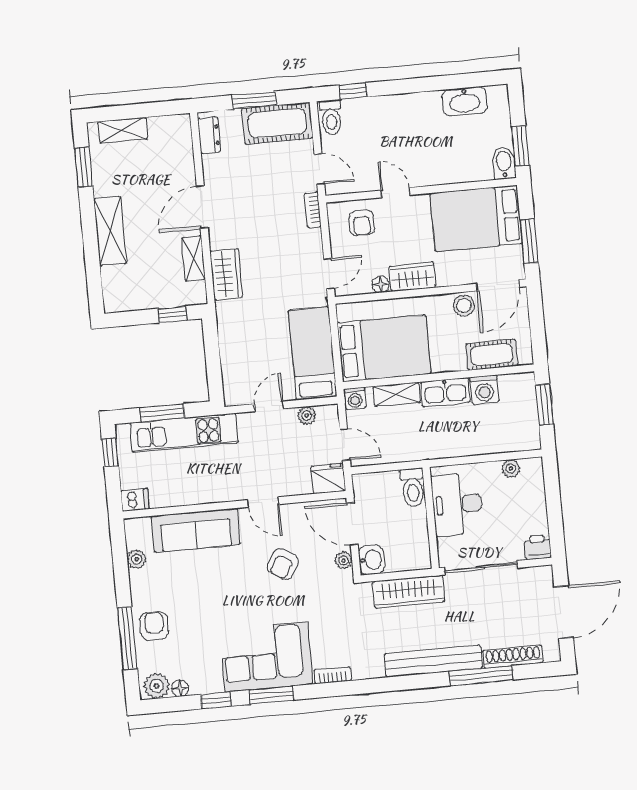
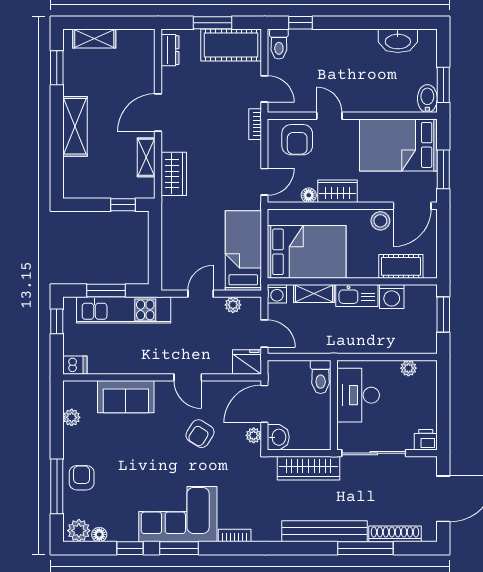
armchair: (362, 223) -> (297, 140), width x1.38, depth x1.38
door: (352, 524) -> (264, 404), hinge flipped
sofa: (196, 530) -> (126, 397), width x0.73

